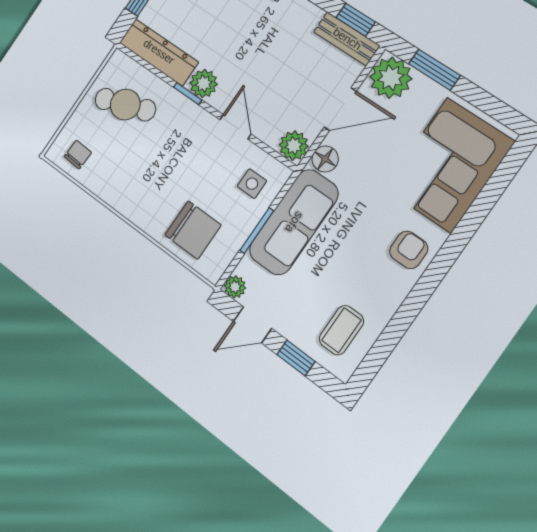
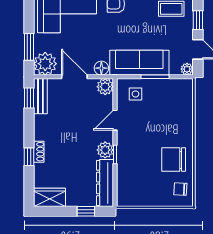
cafe table: (125, 105) -> (141, 182), removed
chair: (193, 230) -> (174, 160), moved, turned -90

